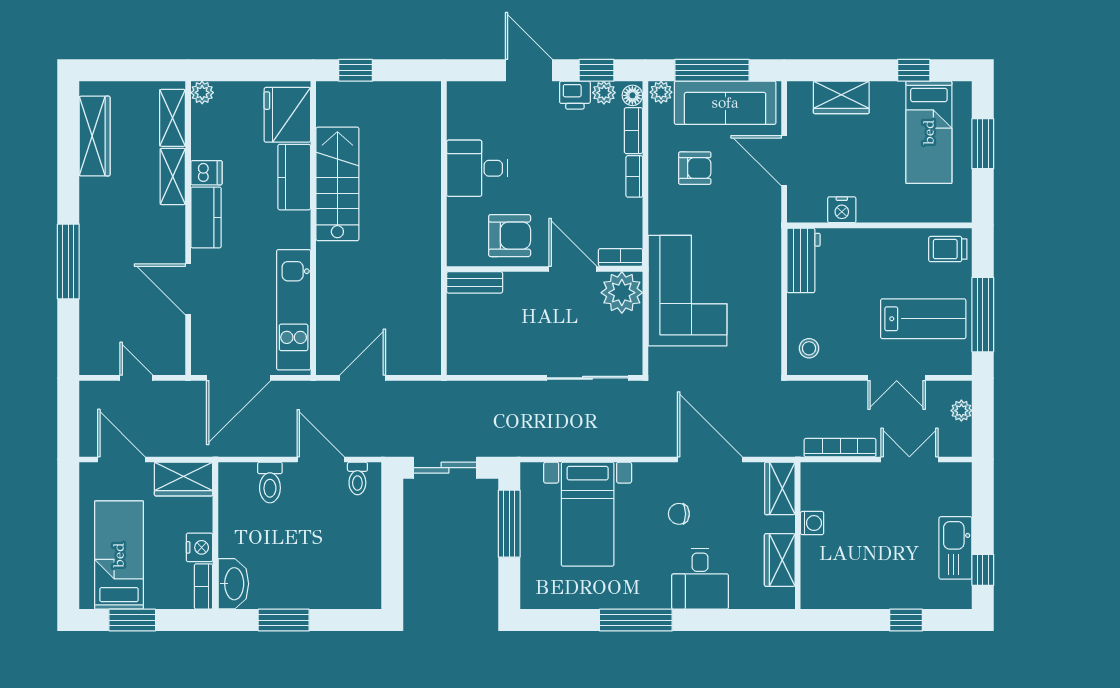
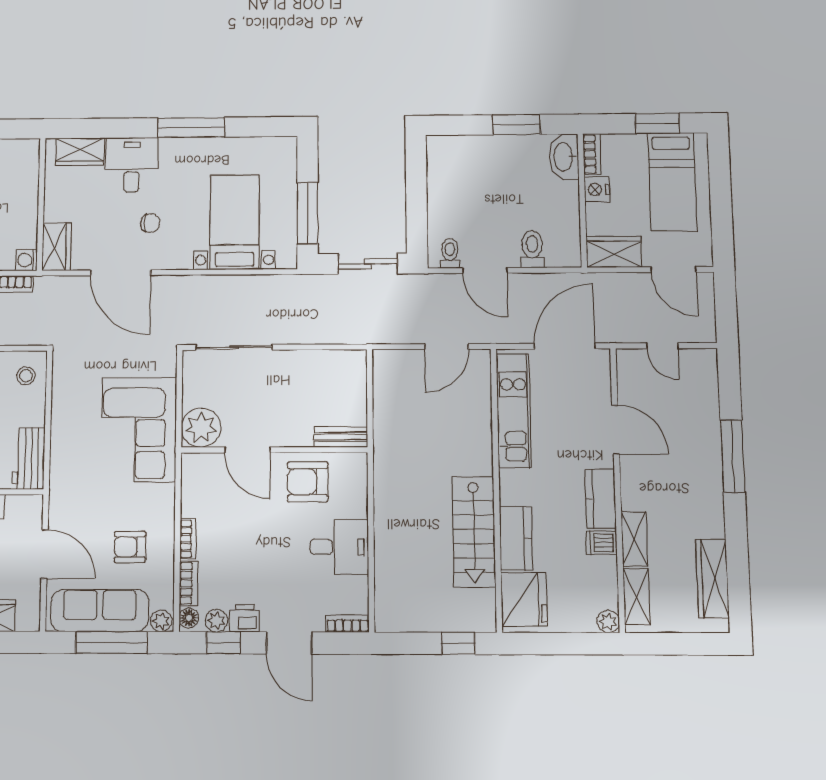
bookcase: (621, 257) -> (347, 624), moved, turned 180
washing machine: (812, 523) -> (26, 260), moved
wardrobe: (780, 560) -> (80, 152), moved, turned 90

